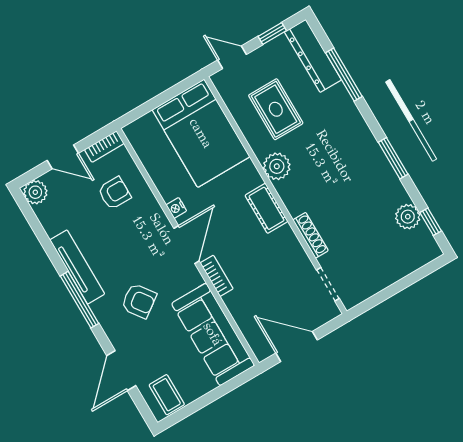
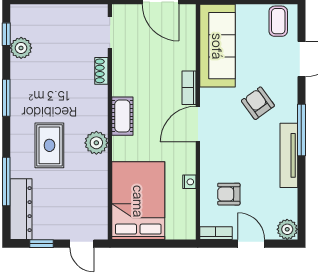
rug: (276, 109) -> (49, 145), moved
nightstand: (176, 208) -> (189, 182), moved
shoe rack: (311, 235) -> (101, 71), width x0.70

